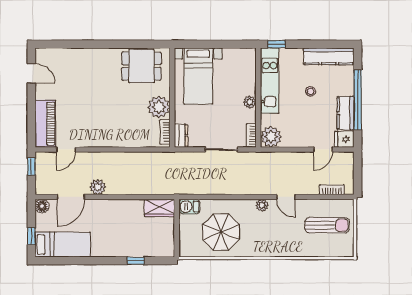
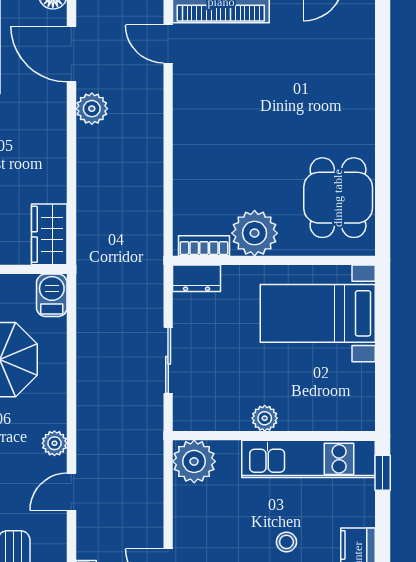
bookcase: (251, 135) -> (197, 421), removed

